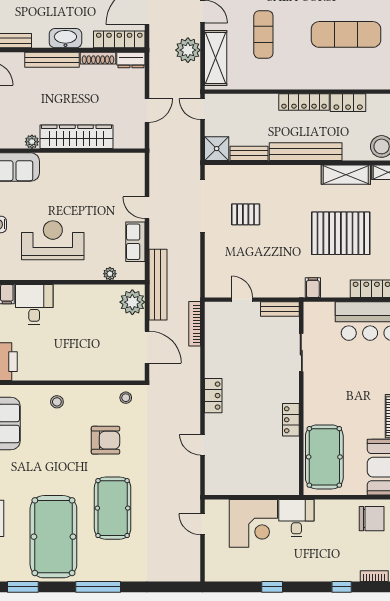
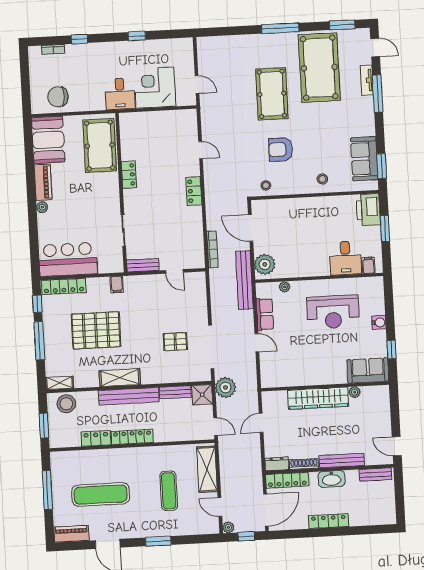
plant: (188, 50) -> (225, 387), moved
shelving: (346, 175) -> (120, 378), moved

